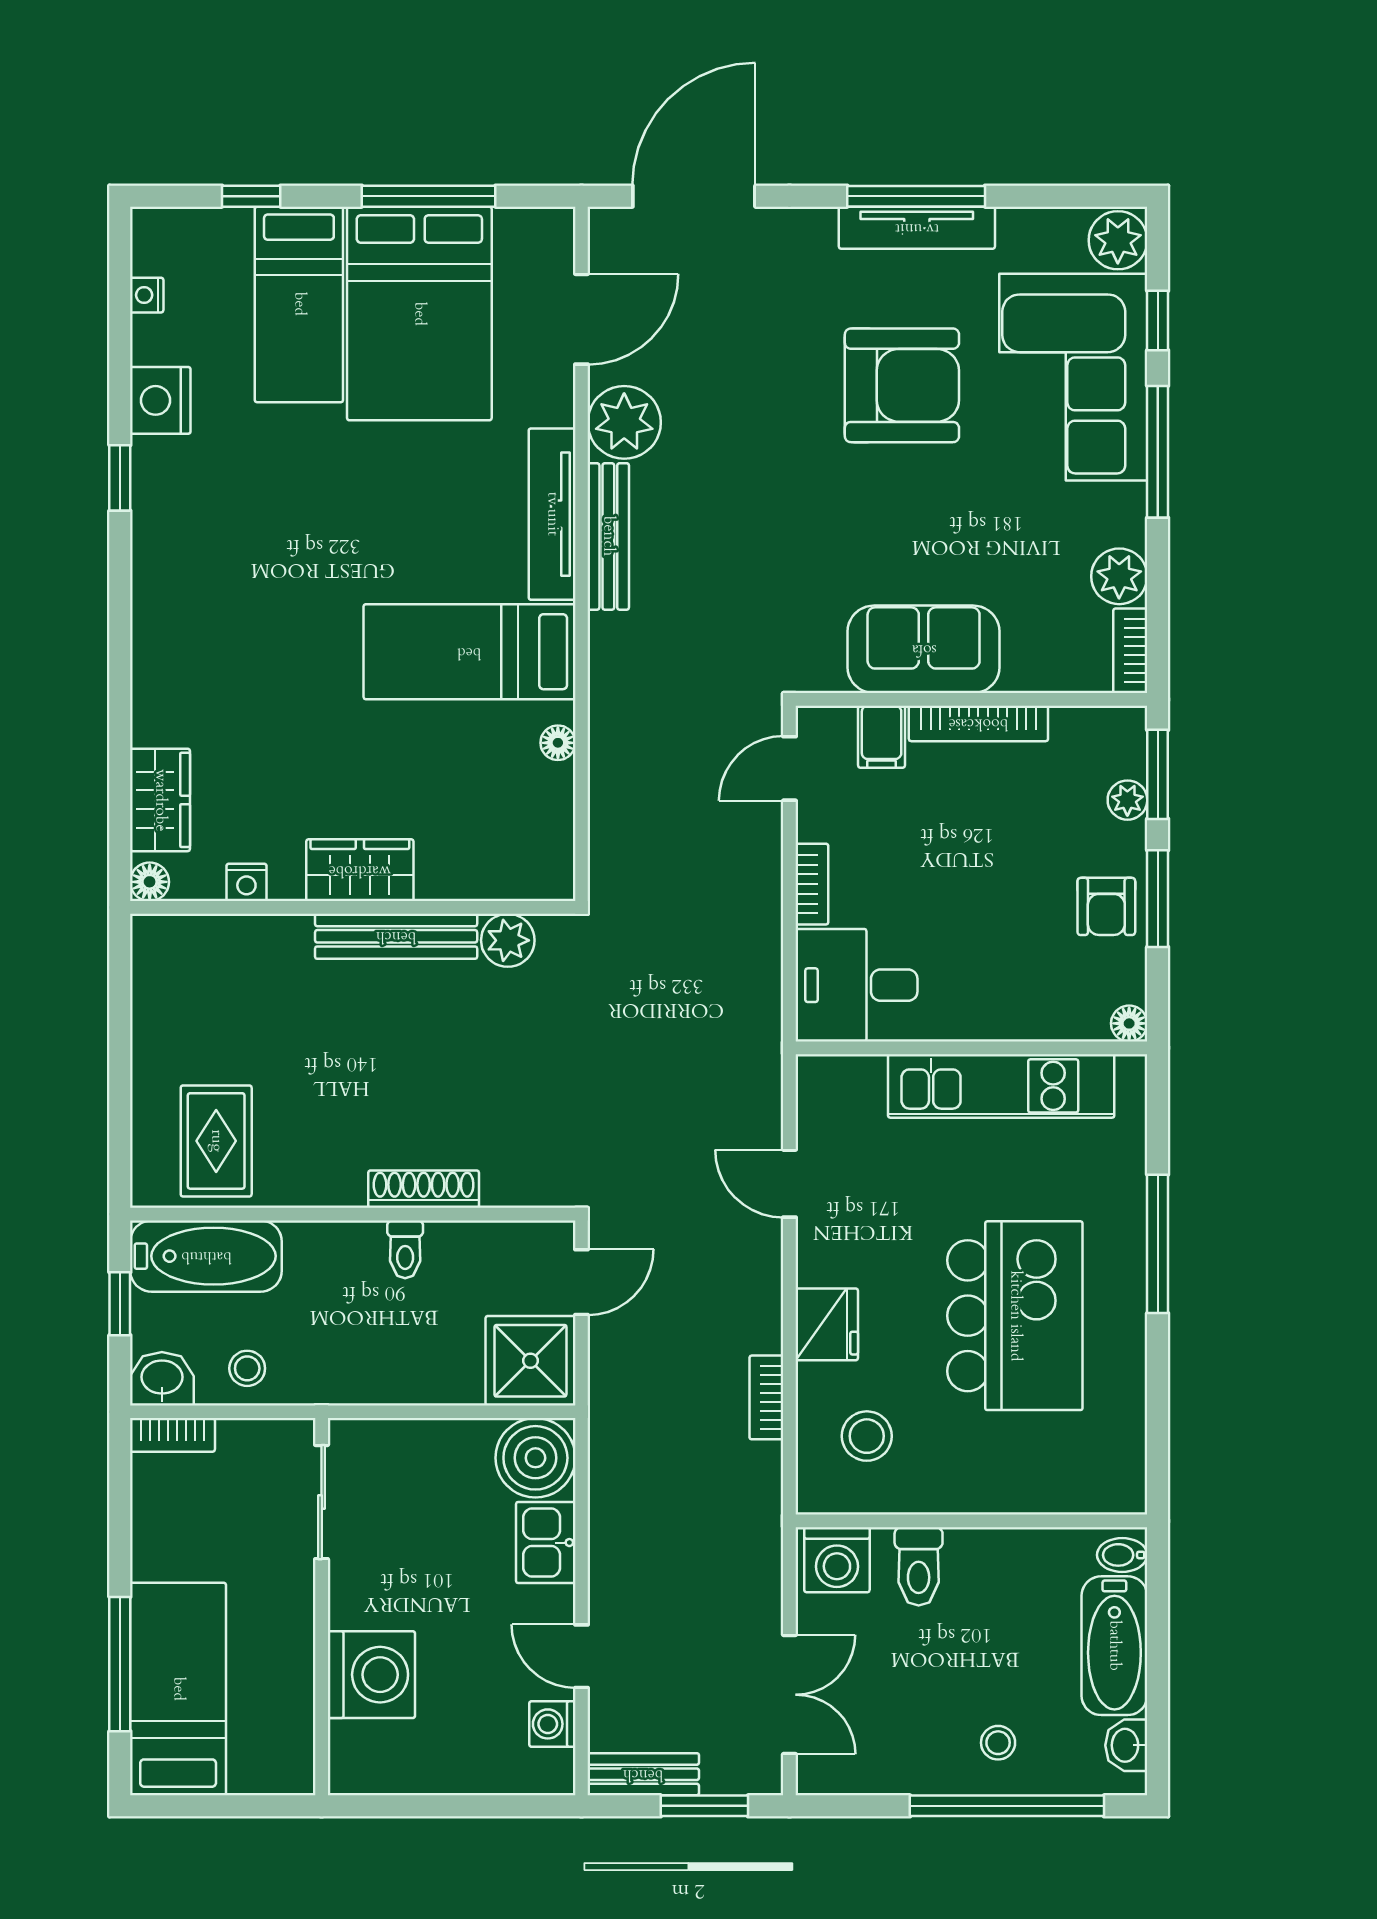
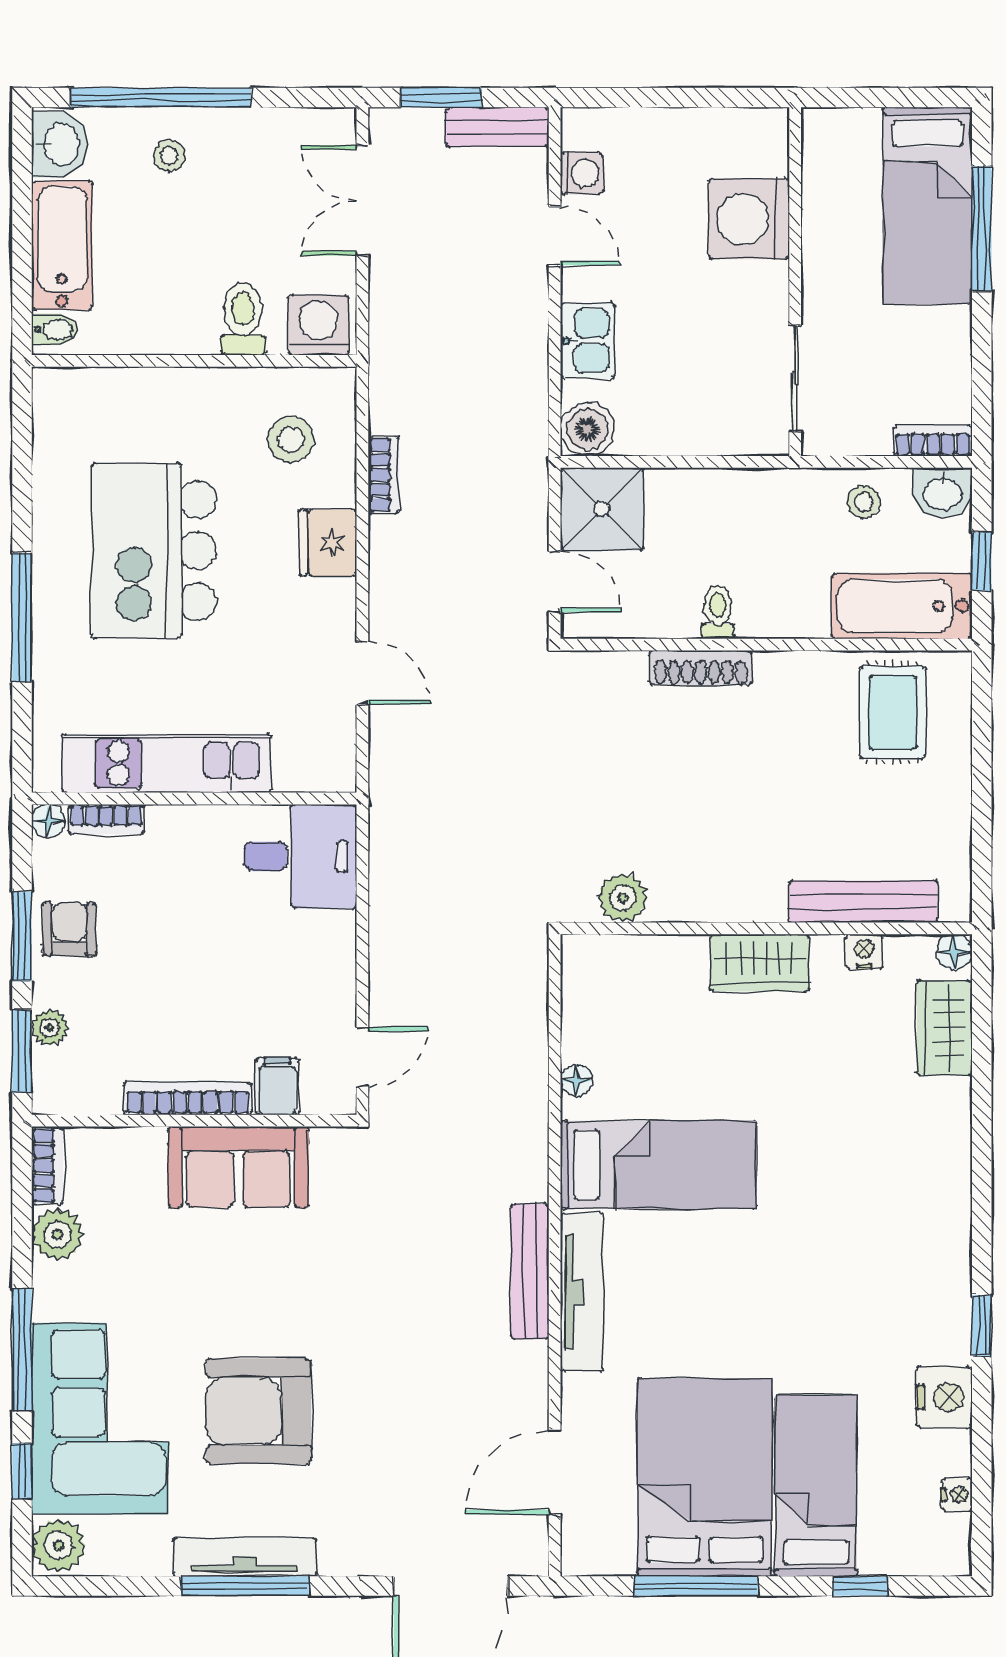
plant: (624, 422) -> (515, 1377), removed
bookcase: (812, 884) -> (106, 819), moved, turned -90
bench: (396, 936) -> (863, 902), moved
door: (582, 1282) -> (555, 582), swing flipped
boiler: (535, 1458) -> (587, 429), width x0.73, depth x0.73
washbasin: (1126, 1745) -> (60, 144), width x1.38, depth x1.45

